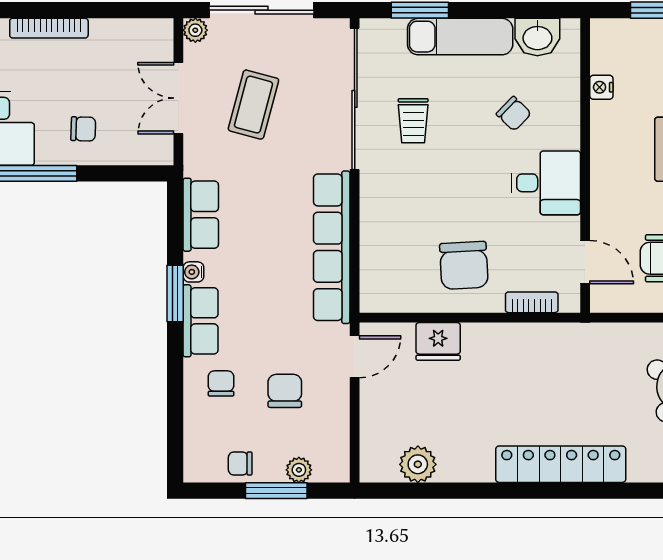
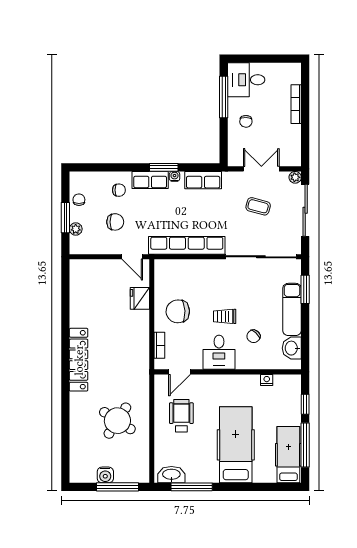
coffee table: (253, 105) -> (258, 206), width x0.73, depth x0.77
trolley: (413, 121) -> (225, 316), moved
plant: (418, 464) -> (79, 288), removed

